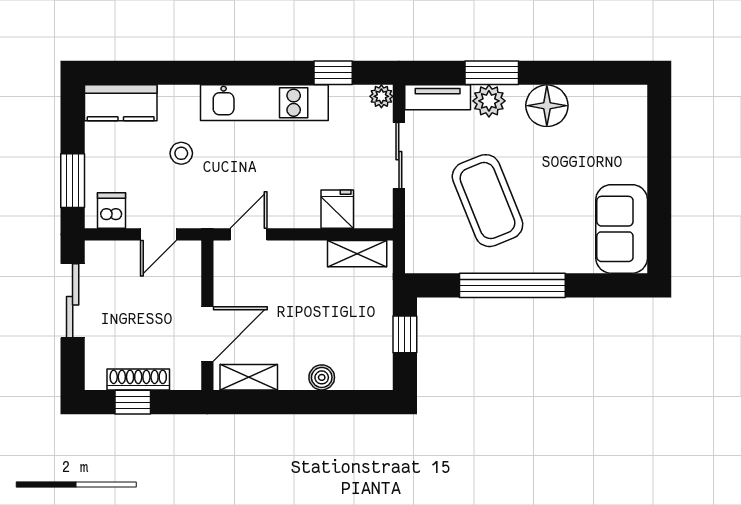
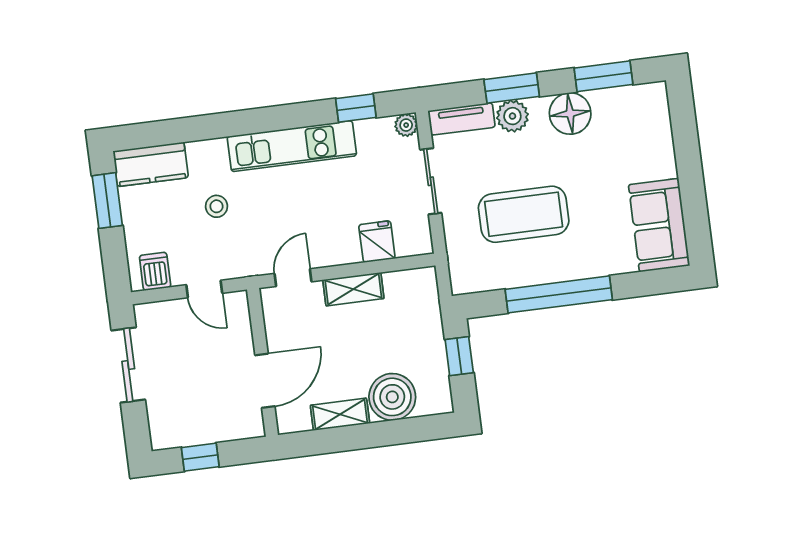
window: (585, 73) -> (604, 76), added
window: (73, 181) -> (107, 201), moved
coffee table: (487, 201) -> (524, 214), turned -68
door: (158, 234) -> (204, 289), hinge flipped
shelving: (357, 254) -> (353, 289), moved
shelving: (249, 377) -> (340, 414), moved
boiler: (322, 377) -> (392, 397), width x1.86, depth x1.86
shoe rack: (138, 379) -> (203, 434), removed

